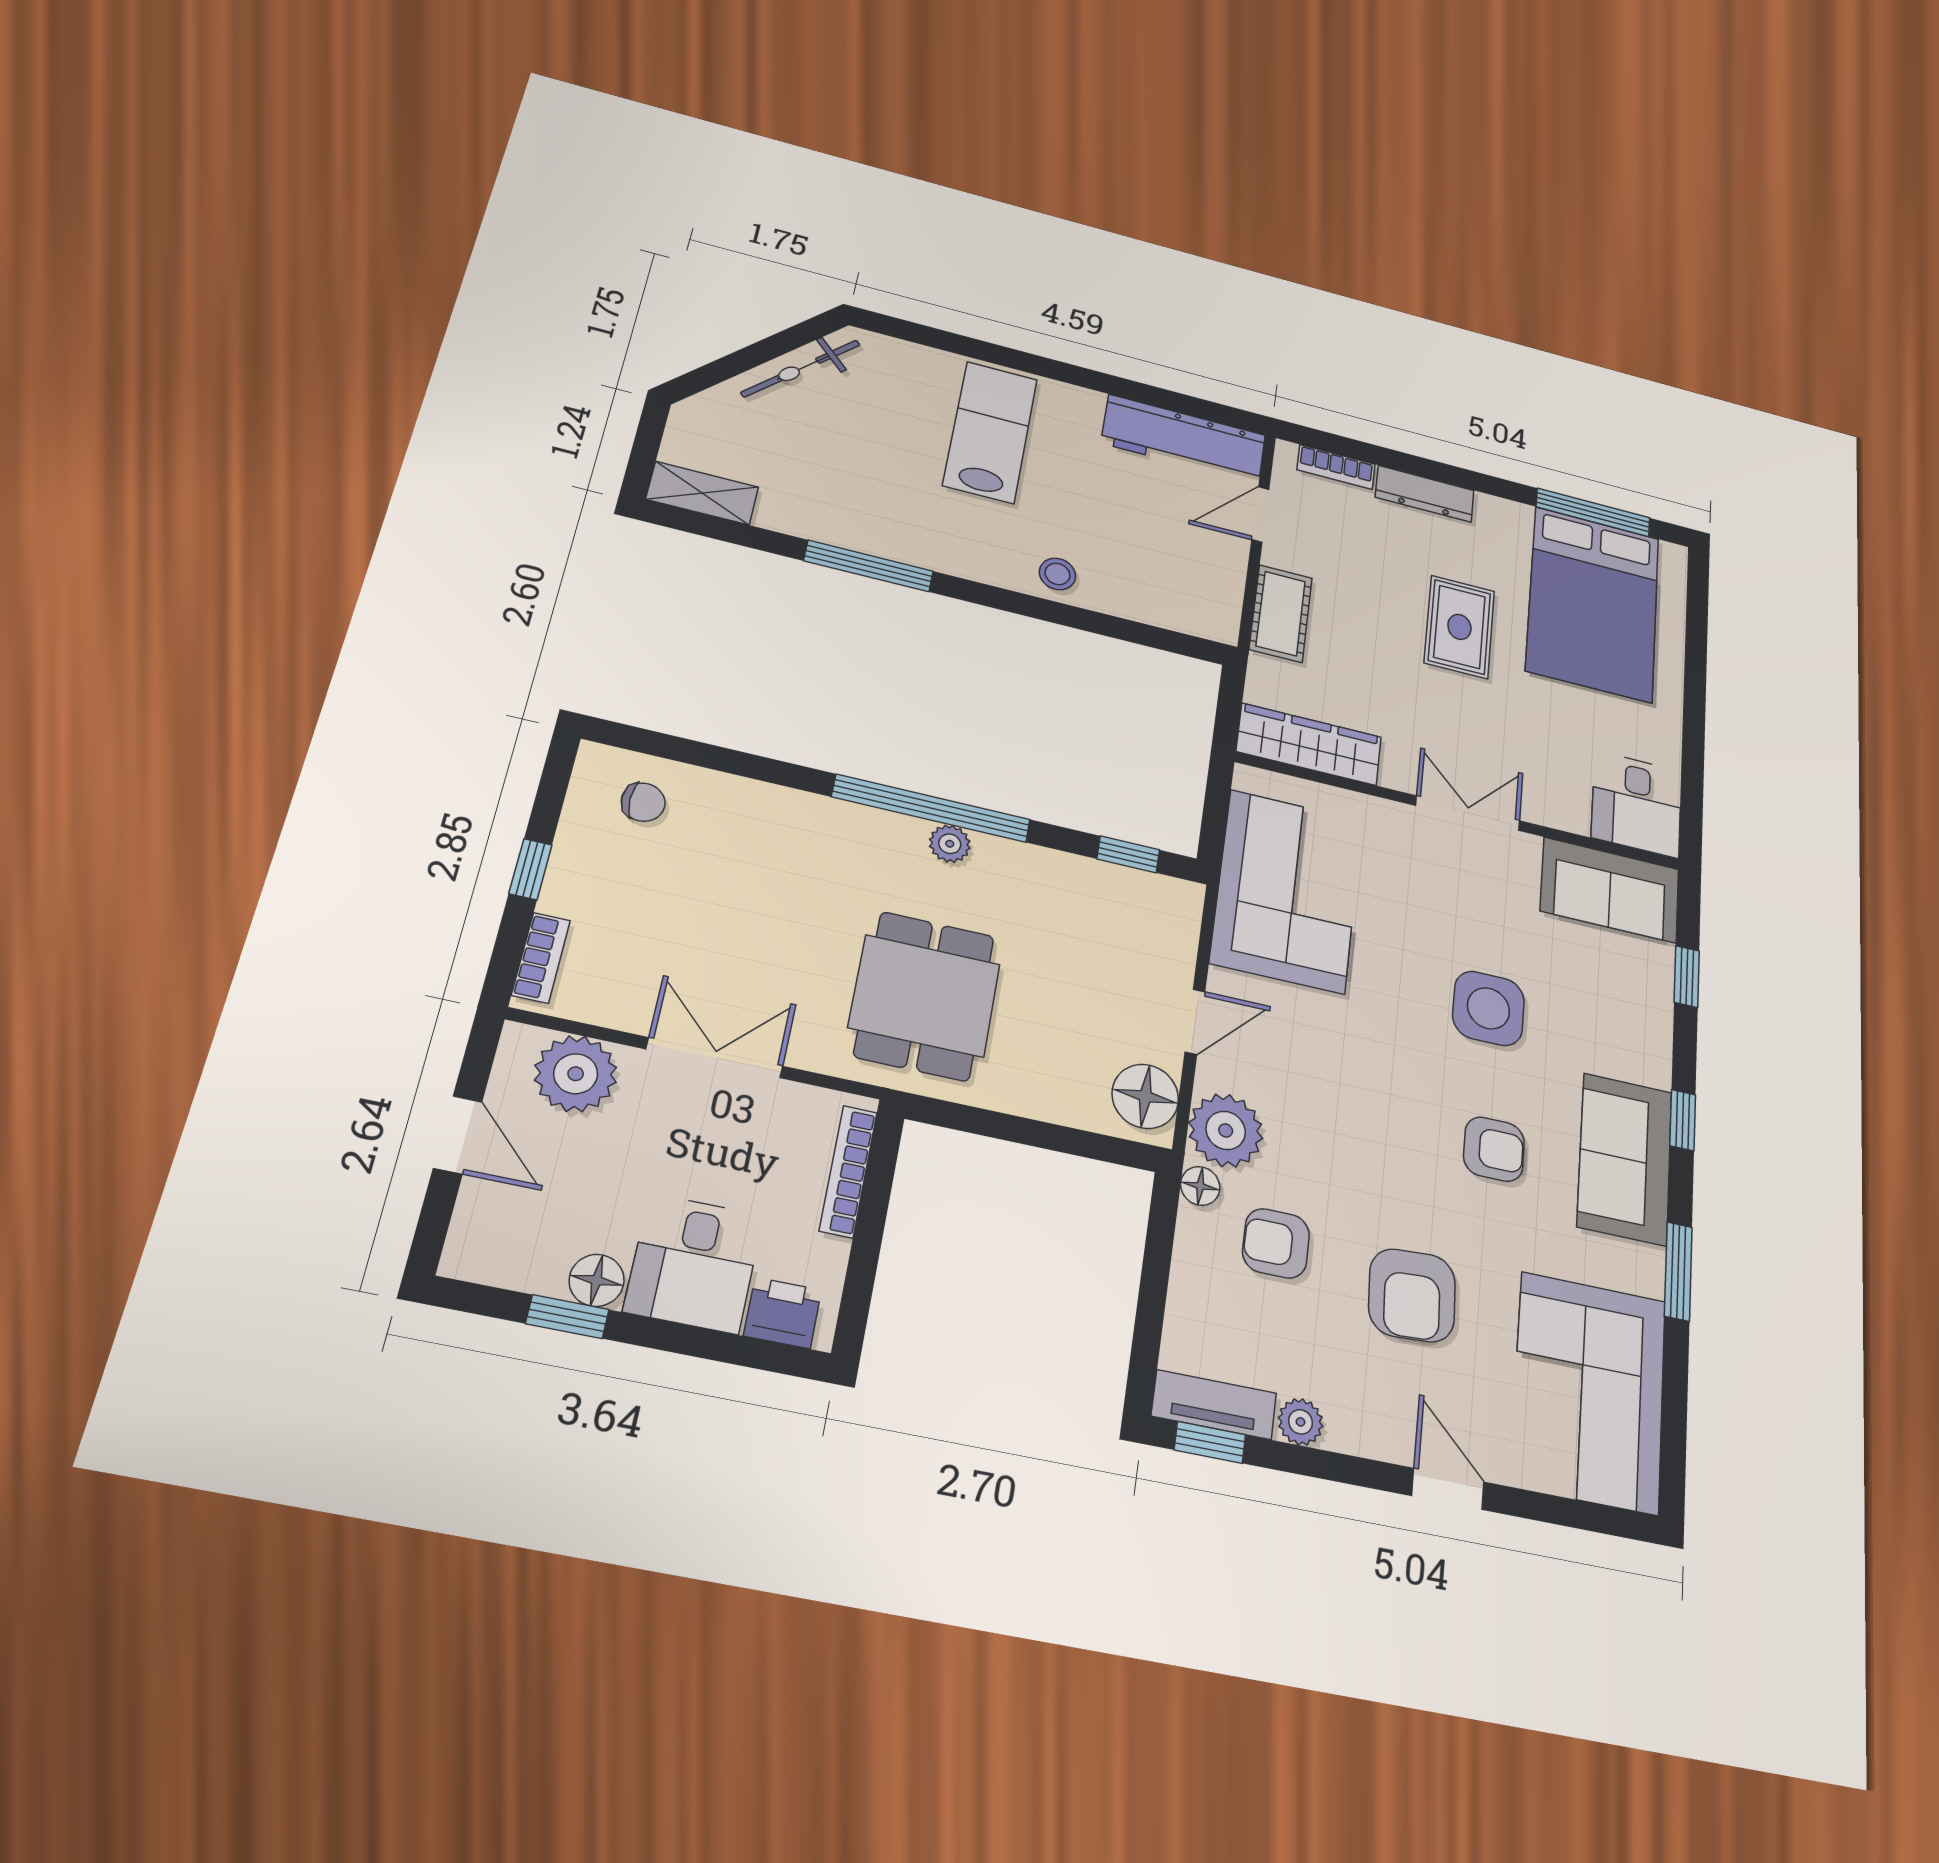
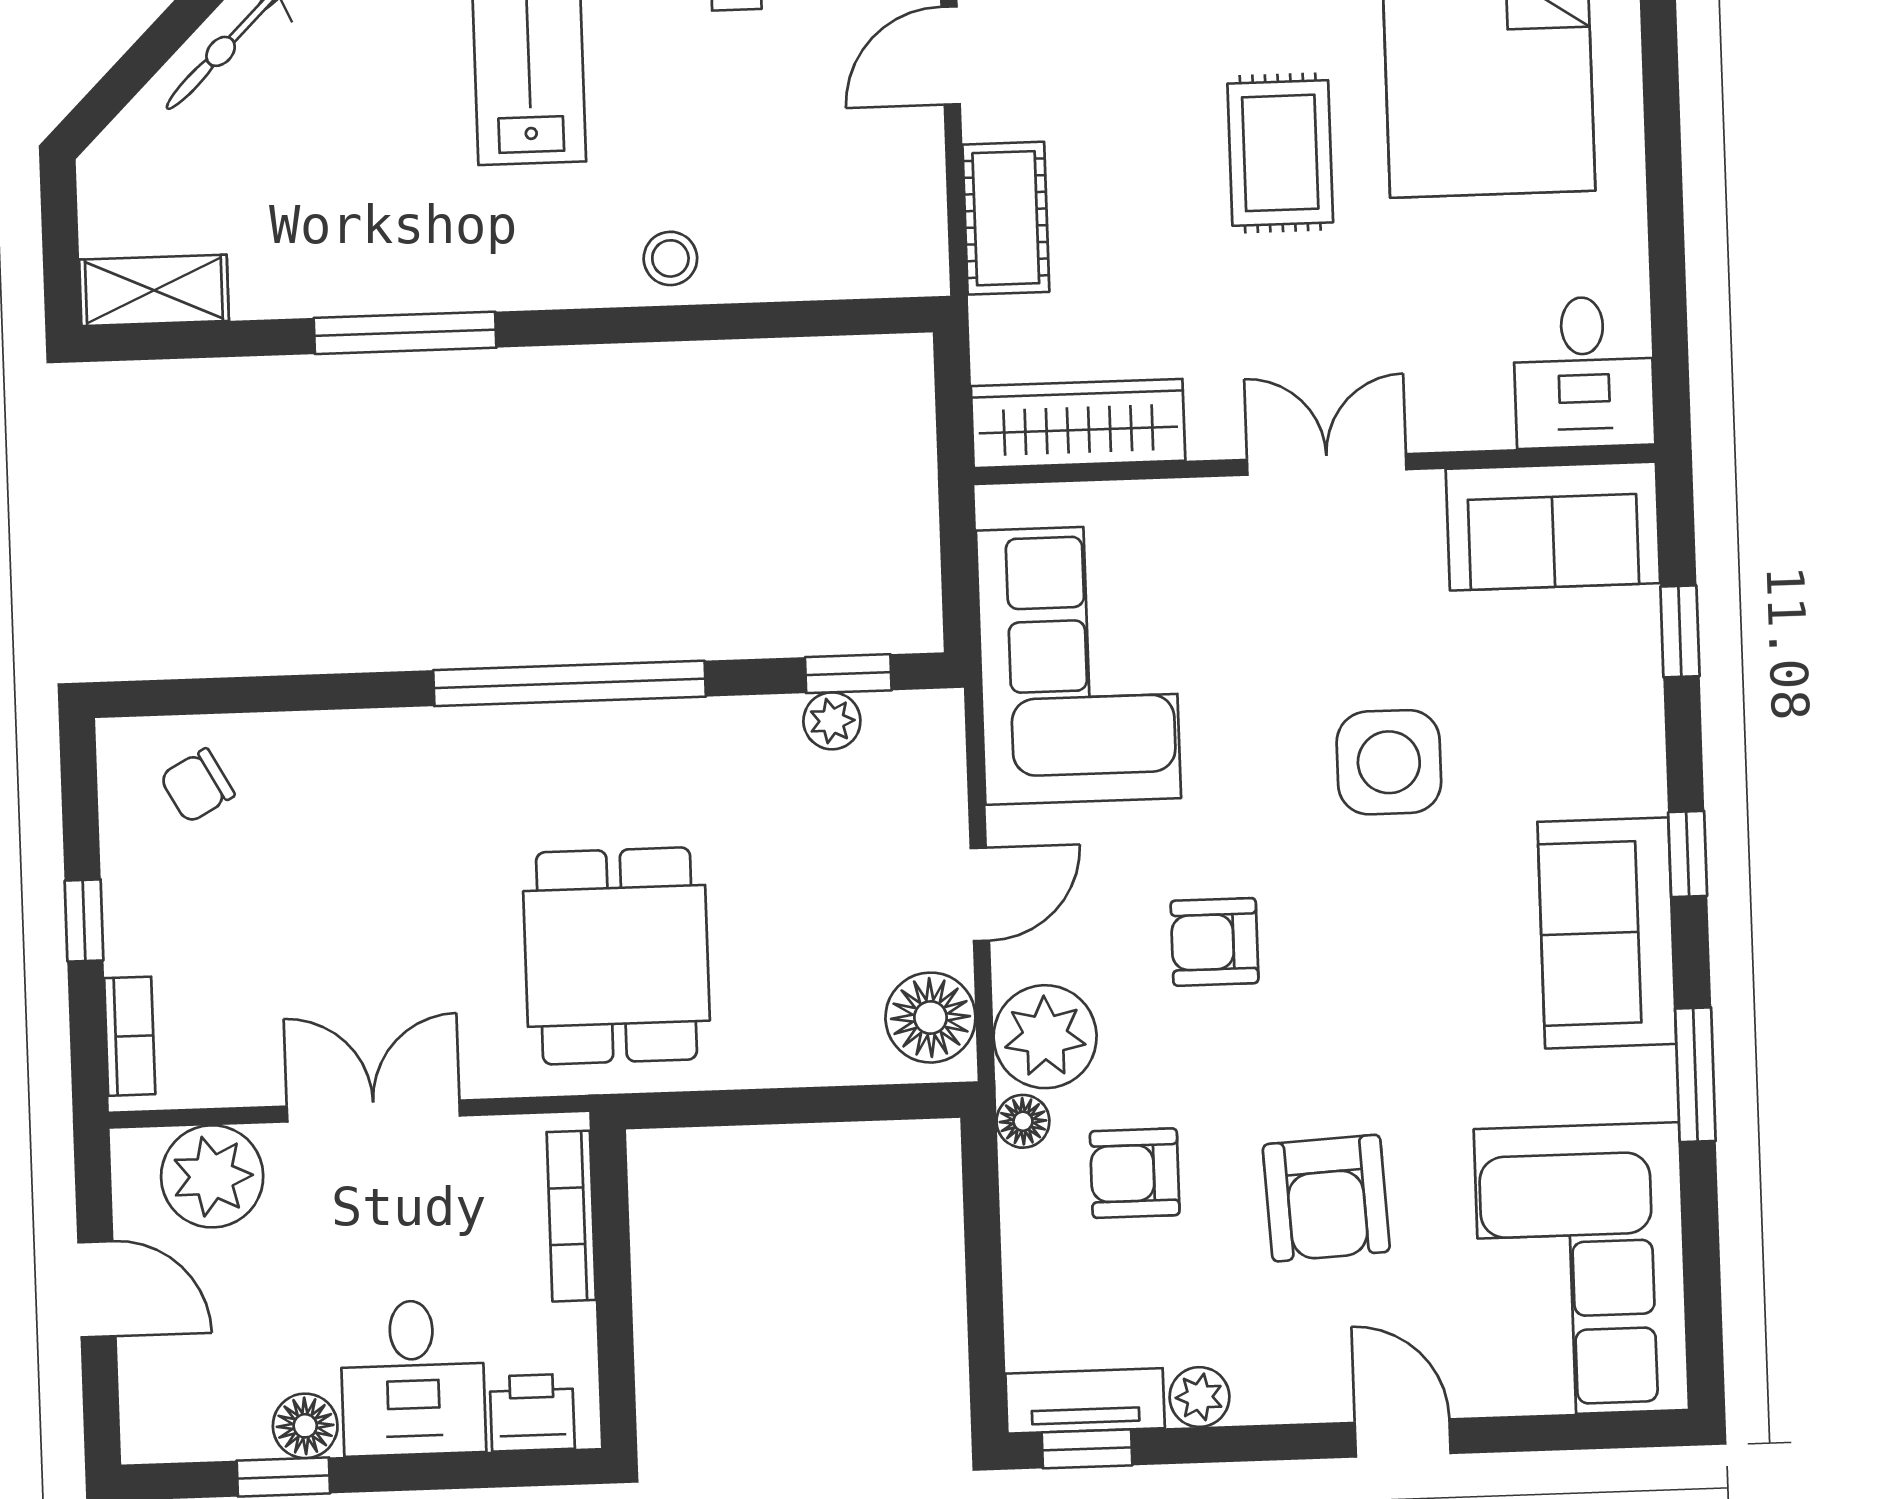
chair: (643, 802) -> (197, 786), turned 151
plant: (950, 844) -> (832, 721), moved
armchair: (1494, 1149) -> (1215, 942), moved, turned 180

